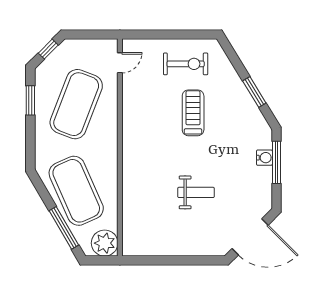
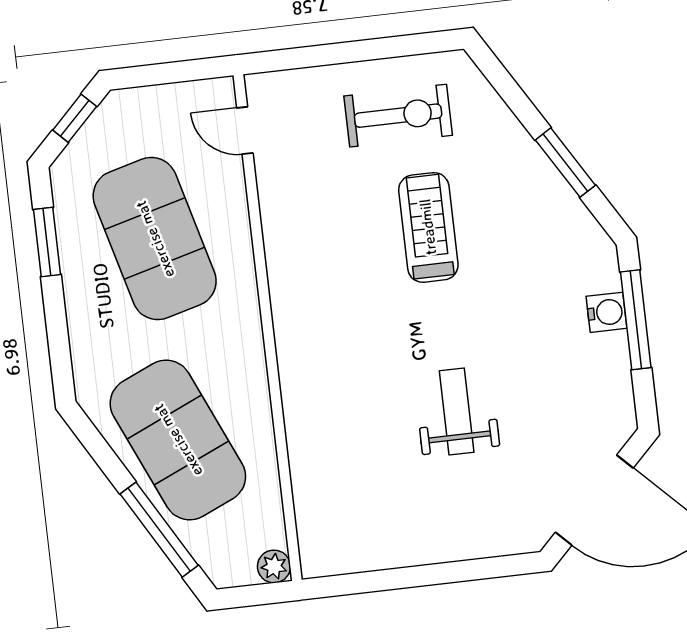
door: (120, 63) -> (245, 131), swing flipped
exercise mat: (76, 104) -> (155, 239), turned -36
weight bench: (196, 192) -> (457, 412), turned -90
plant: (105, 243) -> (274, 566), width x0.53, depth x0.53

